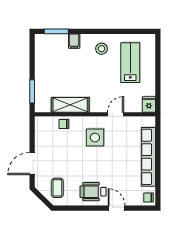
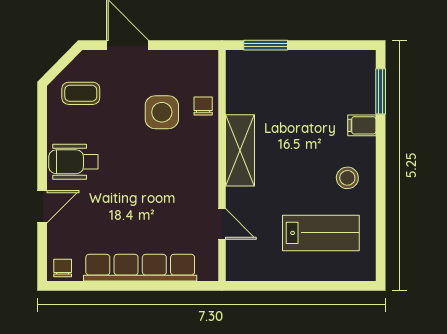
fridge: (149, 104) -> (241, 269), removed
shelving: (70, 105) -> (240, 150), moved
door: (116, 114) -> (222, 224), moved
side table: (95, 138) -> (162, 112), moved
wheelchair: (93, 192) -> (73, 162), turned -90

